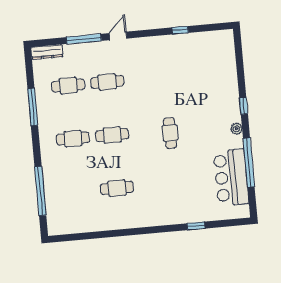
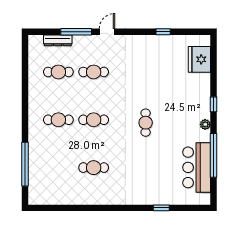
dresser: (47, 52) -> (58, 40), moved
fridge: (223, 57) -> (199, 59), added
window: (33, 107) -> (25, 88), removed

